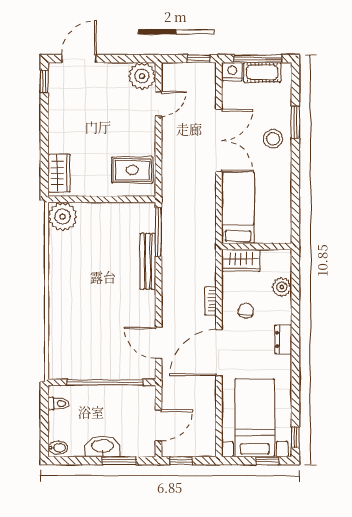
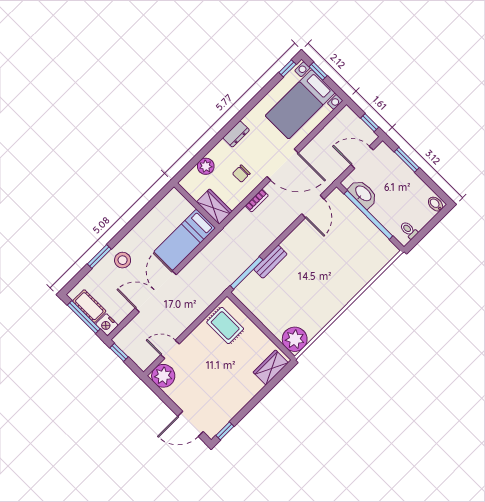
bench: (148, 261) -> (270, 262), width x0.73
washbasin: (103, 447) -> (363, 194), moved, turned 180

